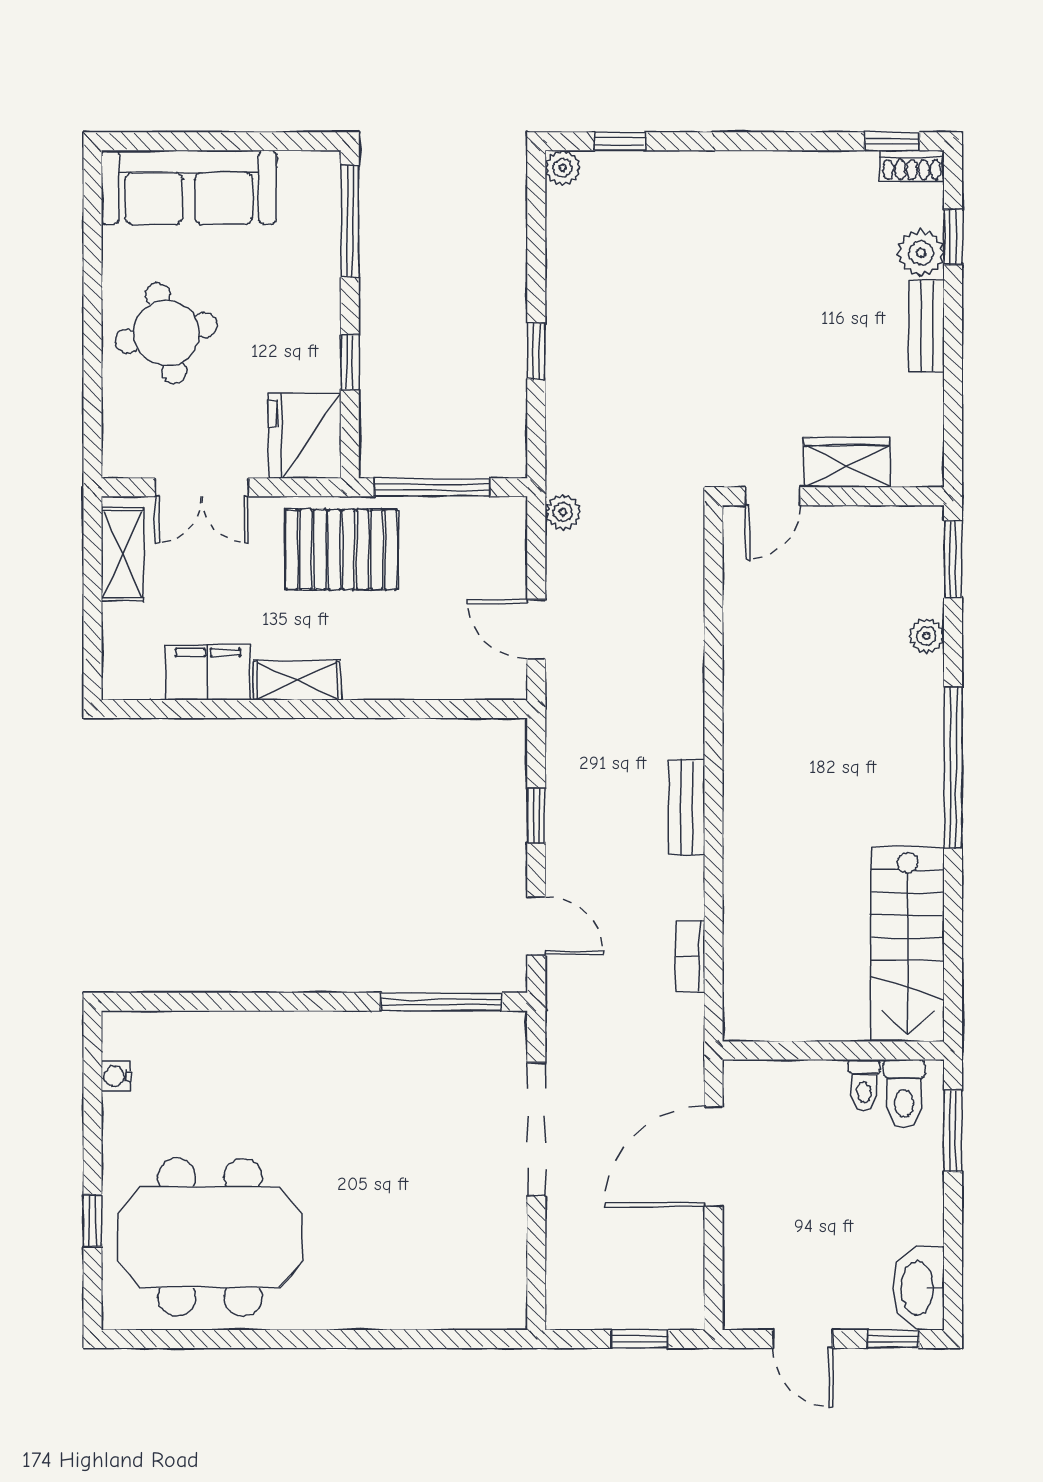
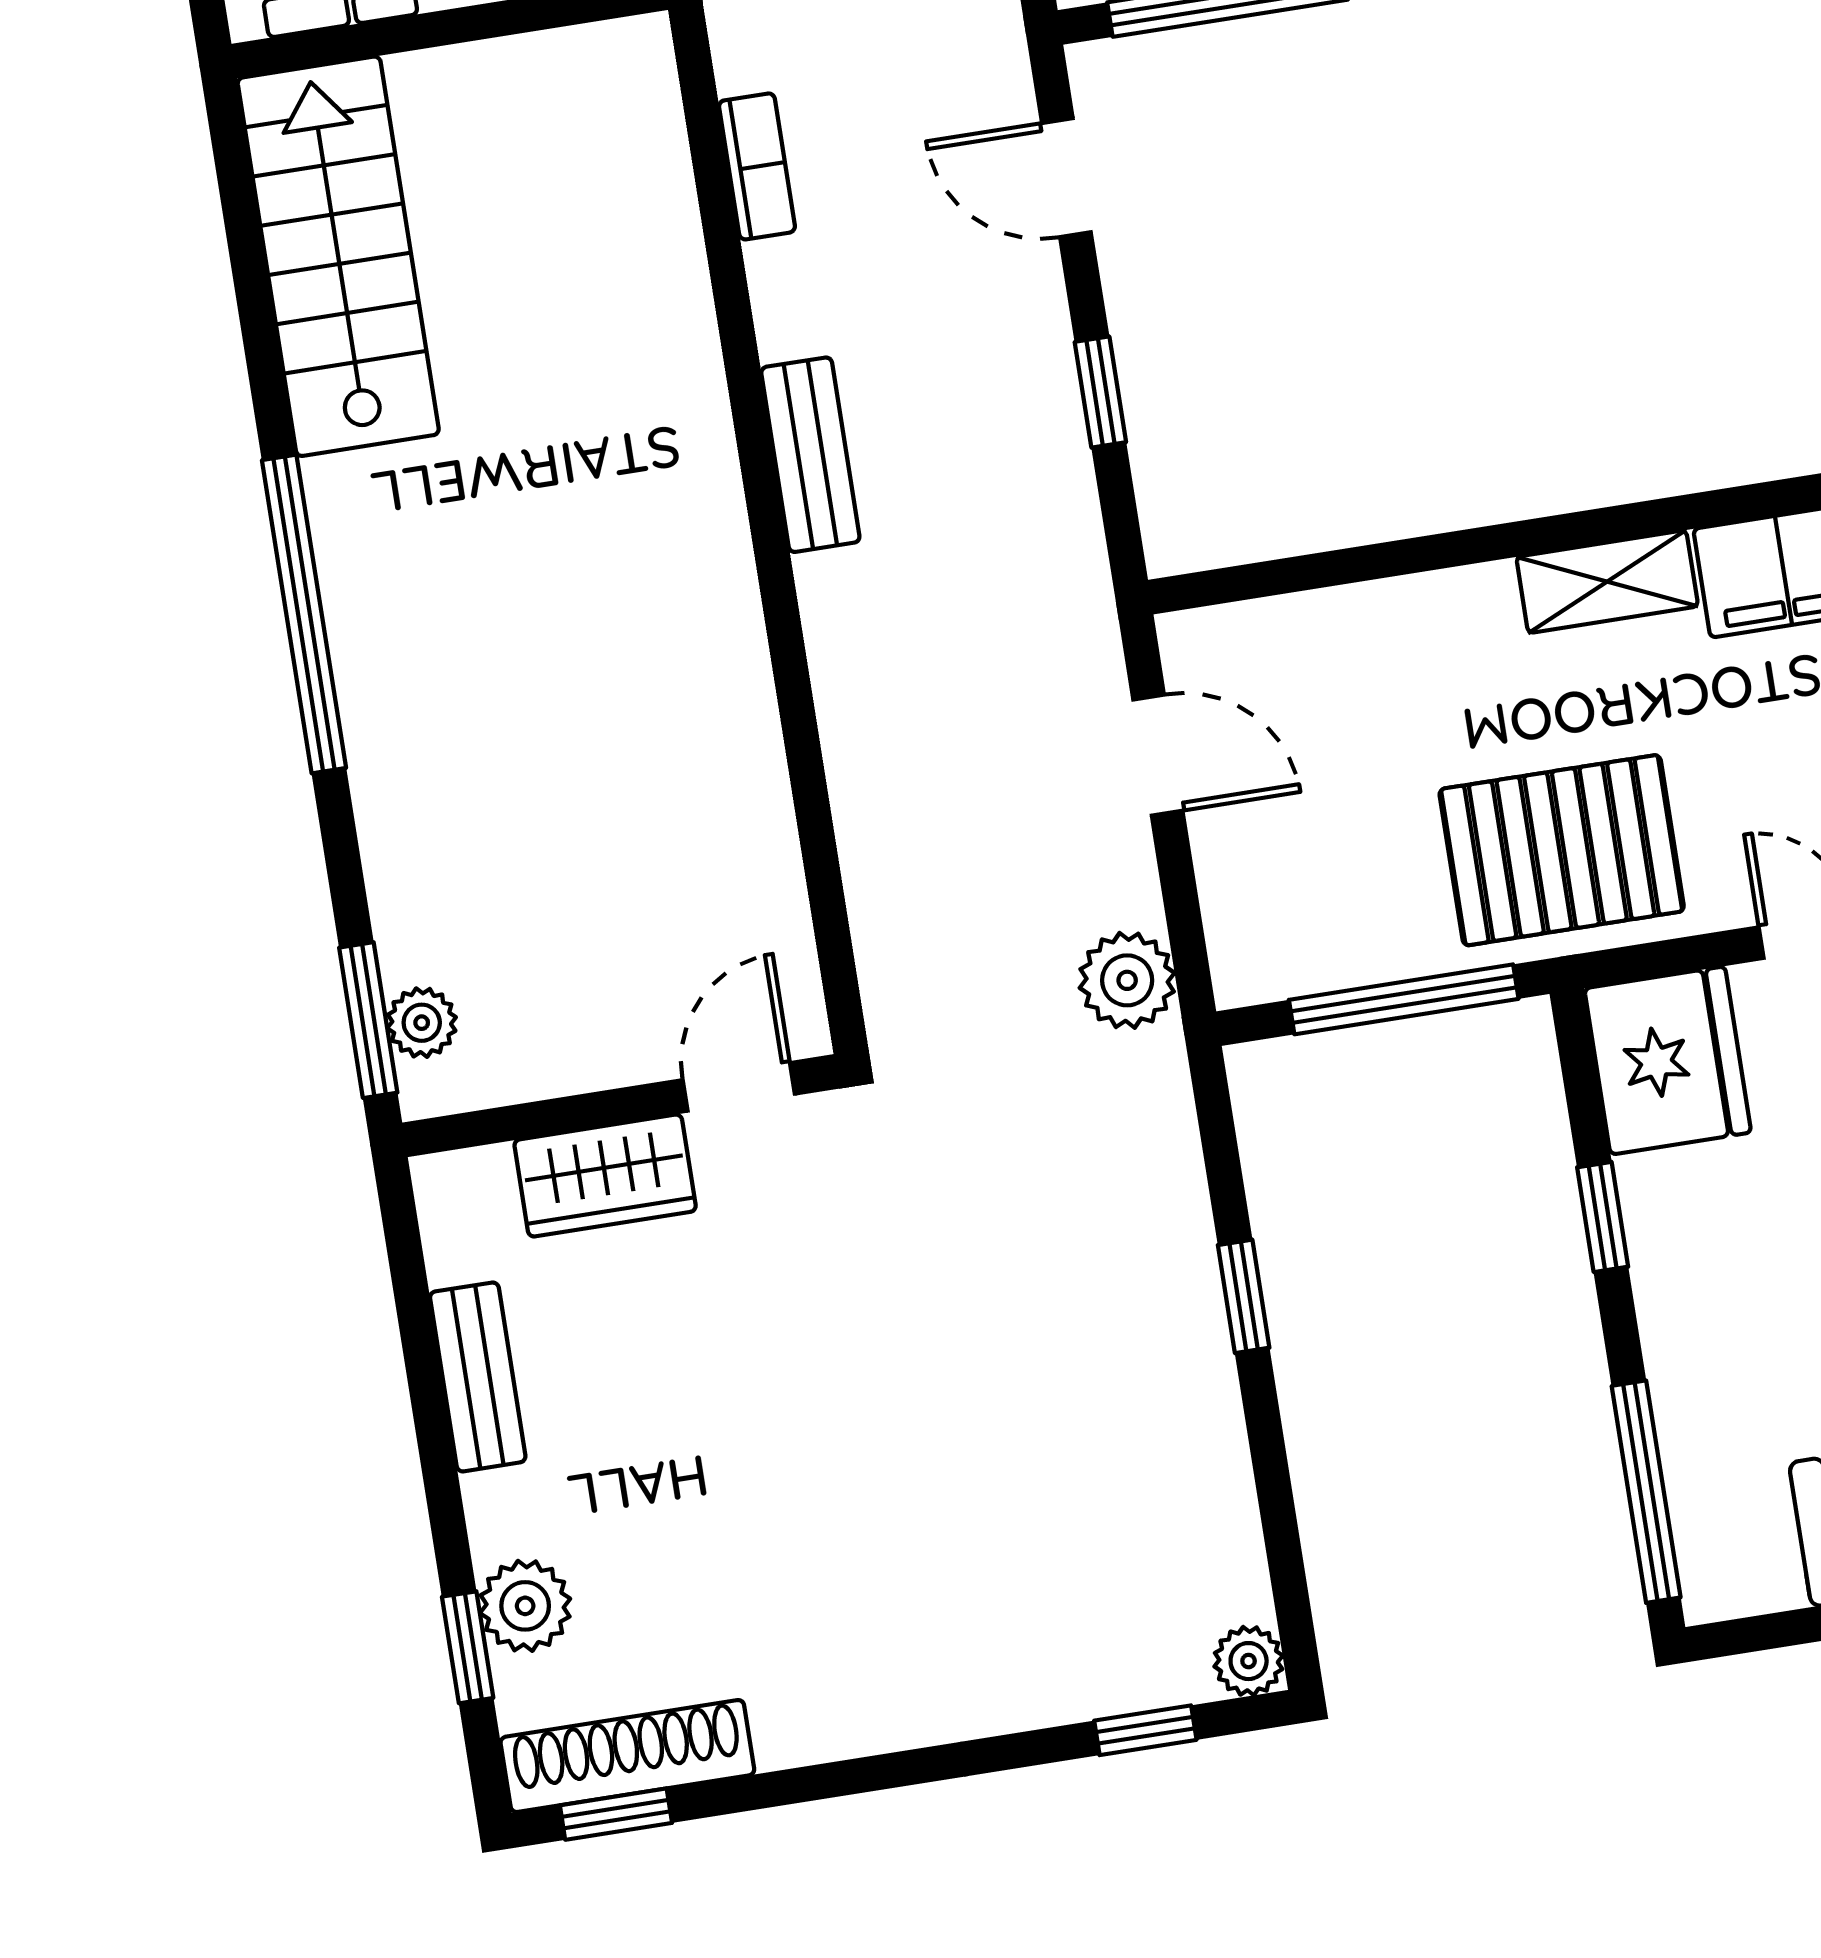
shoe rack: (912, 166) -> (627, 1756), width x1.94, depth x1.24
bench: (927, 326) -> (478, 1377), moved
plant: (563, 512) -> (1127, 980), width x1.38, depth x1.38
plant: (927, 636) -> (422, 1023), moved

